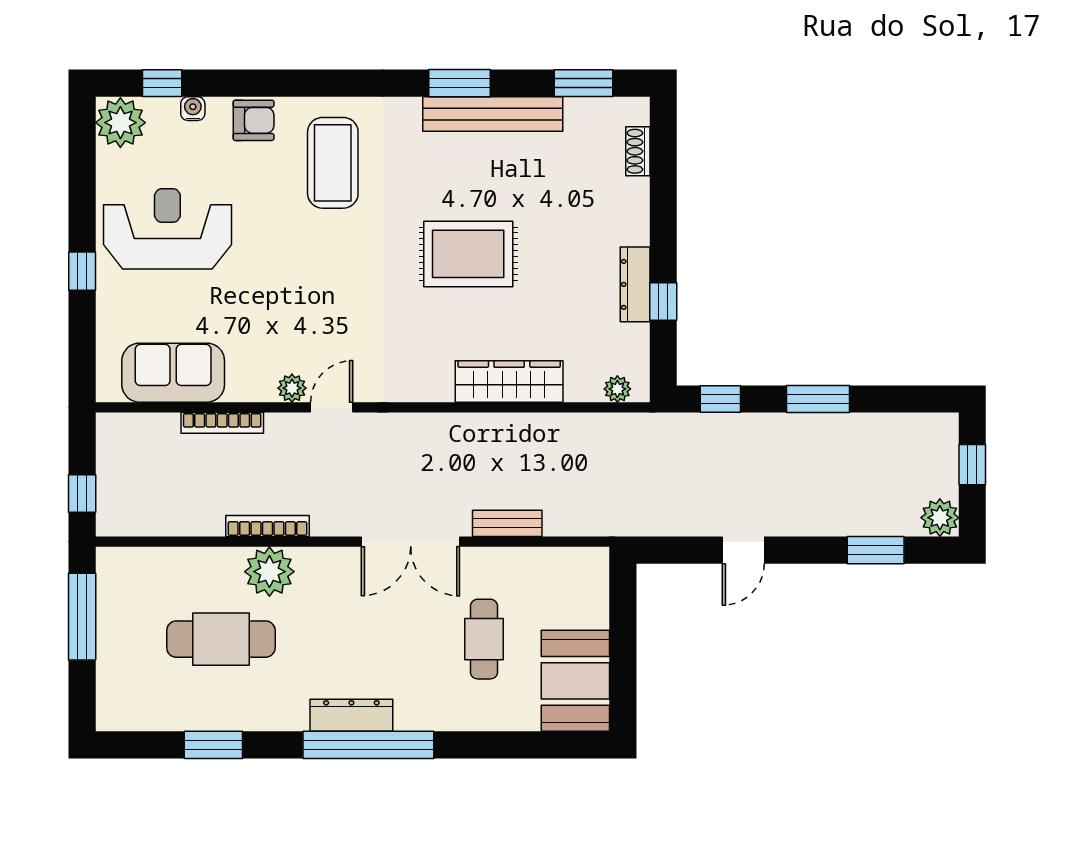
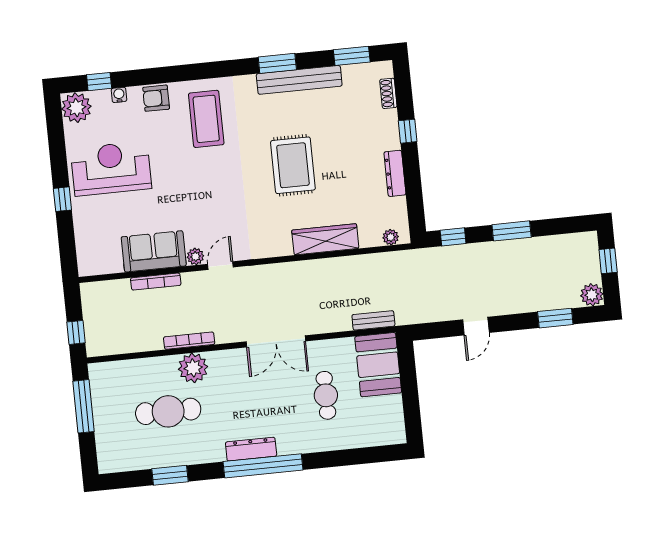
armchair: (254, 120) -> (156, 98), turned 180
rug: (468, 254) -> (293, 165), turned 90
window: (663, 302) -> (408, 131), moved
sofa: (173, 373) -> (154, 251), moved
bench: (507, 523) -> (373, 320), moved
booth: (575, 681) -> (378, 365), moved

